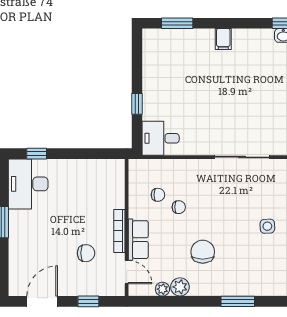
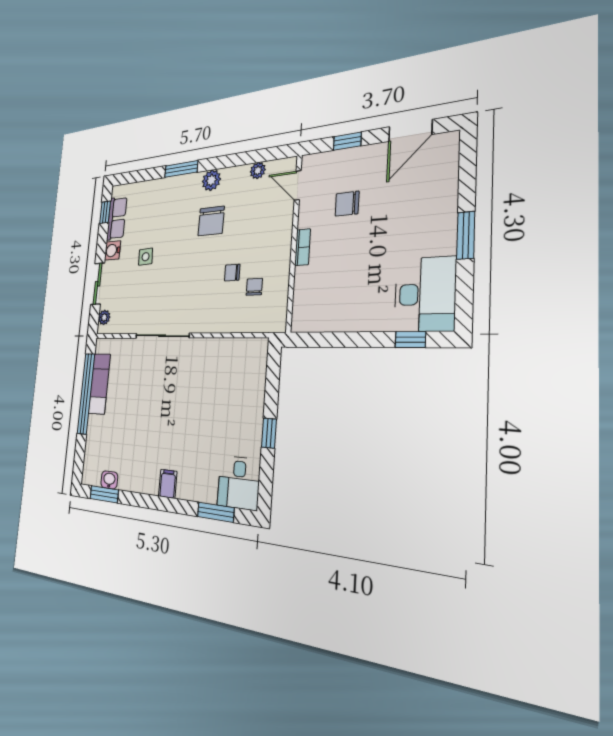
window: (137, 104) -> (269, 433), moved
desk: (161, 138) -> (239, 483), moved, turned 90
chair: (158, 195) -> (254, 287), turned 90
bookcase: (119, 231) -> (303, 247), width x0.64
row of seats: (138, 240) -> (281, 228), removed
plant: (180, 287) -> (211, 180), moved

